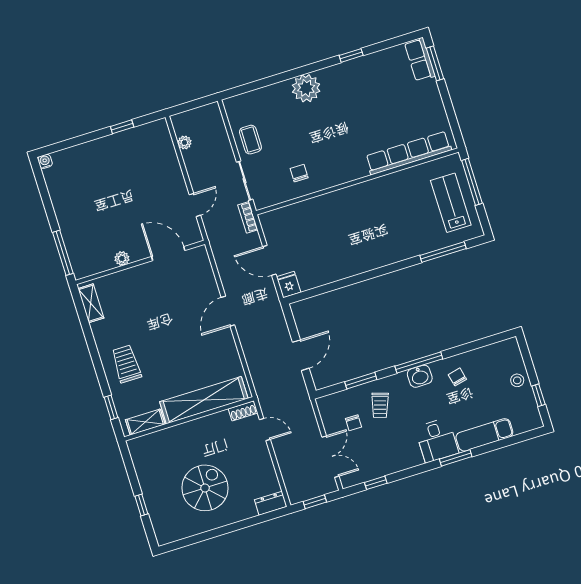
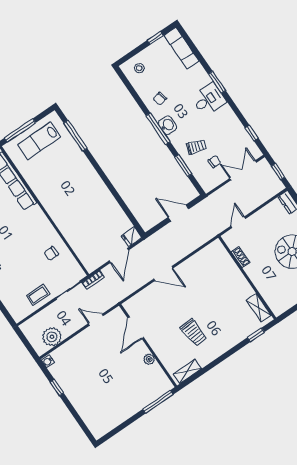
plant: (185, 142) -> (52, 337), width x1.88, depth x1.88
water cooler: (45, 161) -> (48, 361), moved
trolley: (126, 364) -> (194, 333), moved, turned -94
stool: (517, 380) -> (139, 68), moved
shelving: (204, 400) -> (231, 271), removed
shoe rack: (243, 411) -> (241, 257), moved
exam couch: (484, 435) -> (182, 48), moved

